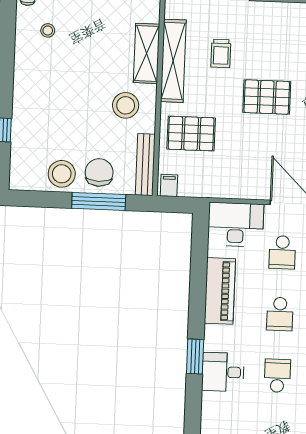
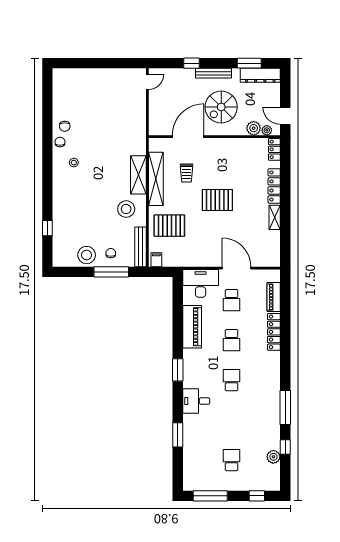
chair: (99, 172) -> (111, 253), width x0.54, depth x0.54
desk: (223, 372) -> (196, 401), moved

